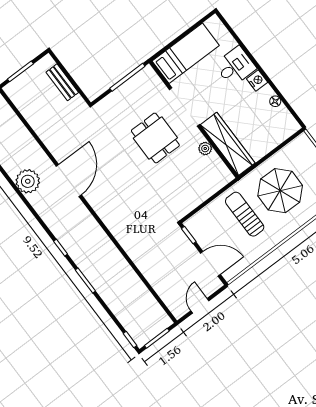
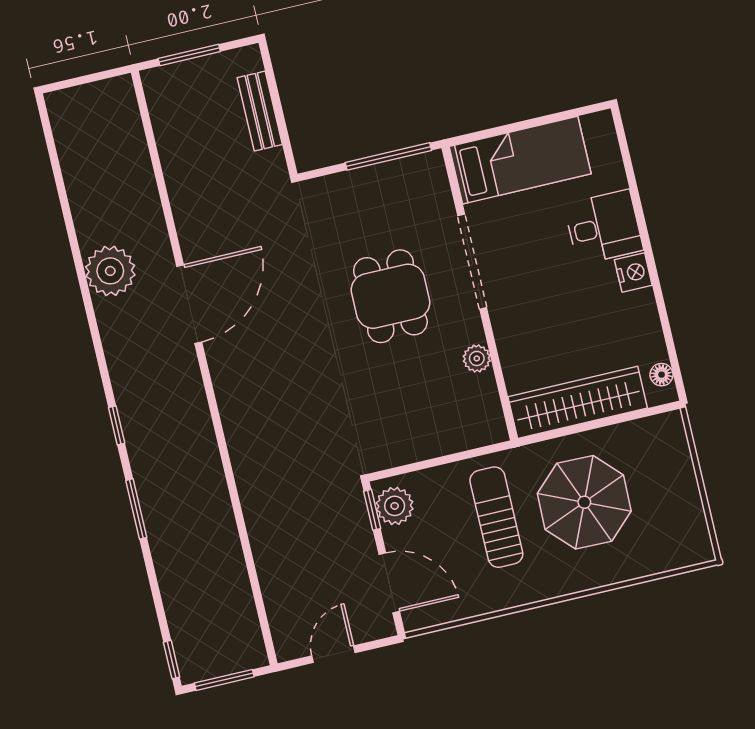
floor lamp: (275, 101) -> (662, 375), moved
wardrobe: (228, 144) -> (578, 402), moved, turned -90
plant: (198, 229) -> (395, 506), added

